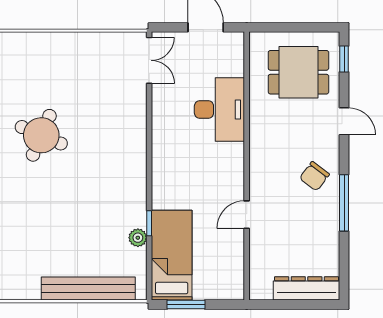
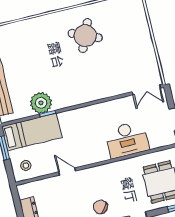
plant: (138, 238) -> (41, 103), width x1.88, depth x1.88
stool: (222, 277) -> (26, 165), added

